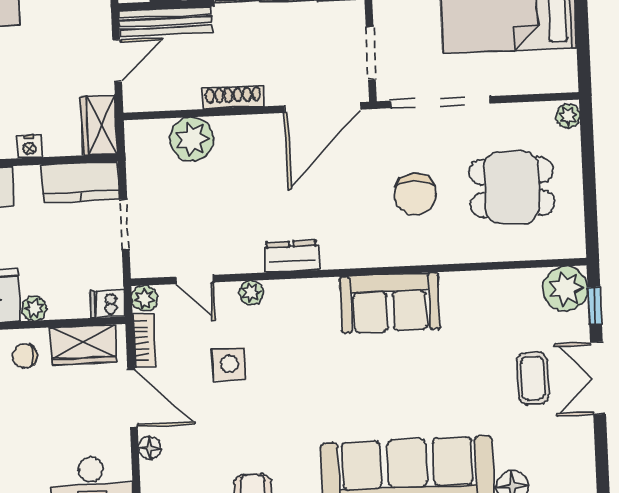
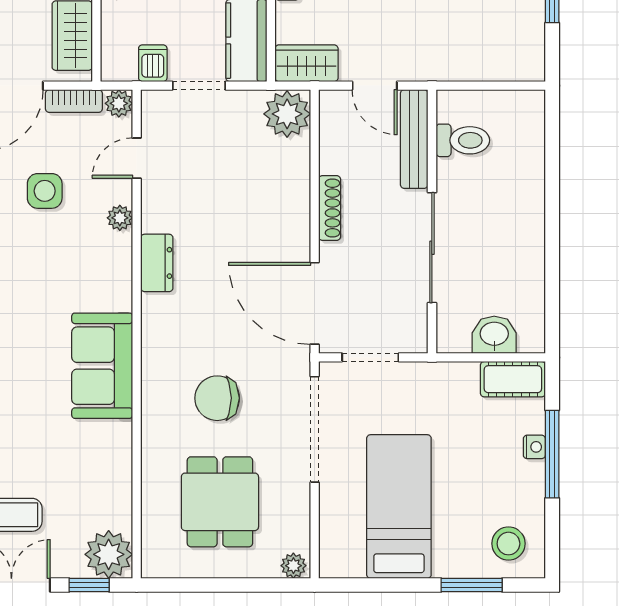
plant: (192, 139) -> (287, 114), moved
dishwasher: (107, 304) -> (153, 63), moved

